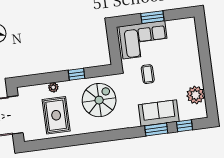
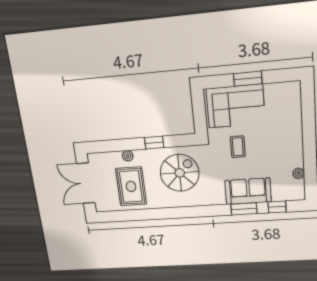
plant: (196, 95) -> (298, 173), width x0.53, depth x0.53

